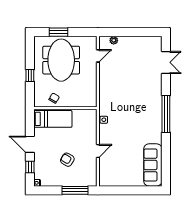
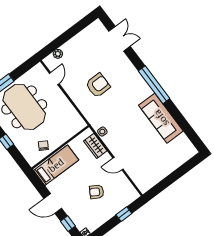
armchair: (125, 84) -> (98, 85), added
wardrobe: (91, 126) -> (95, 146), added
door: (98, 151) -> (118, 164), swing flipped
sofa: (153, 165) -> (161, 118), moved
window: (75, 190) -> (124, 214), width x0.46

